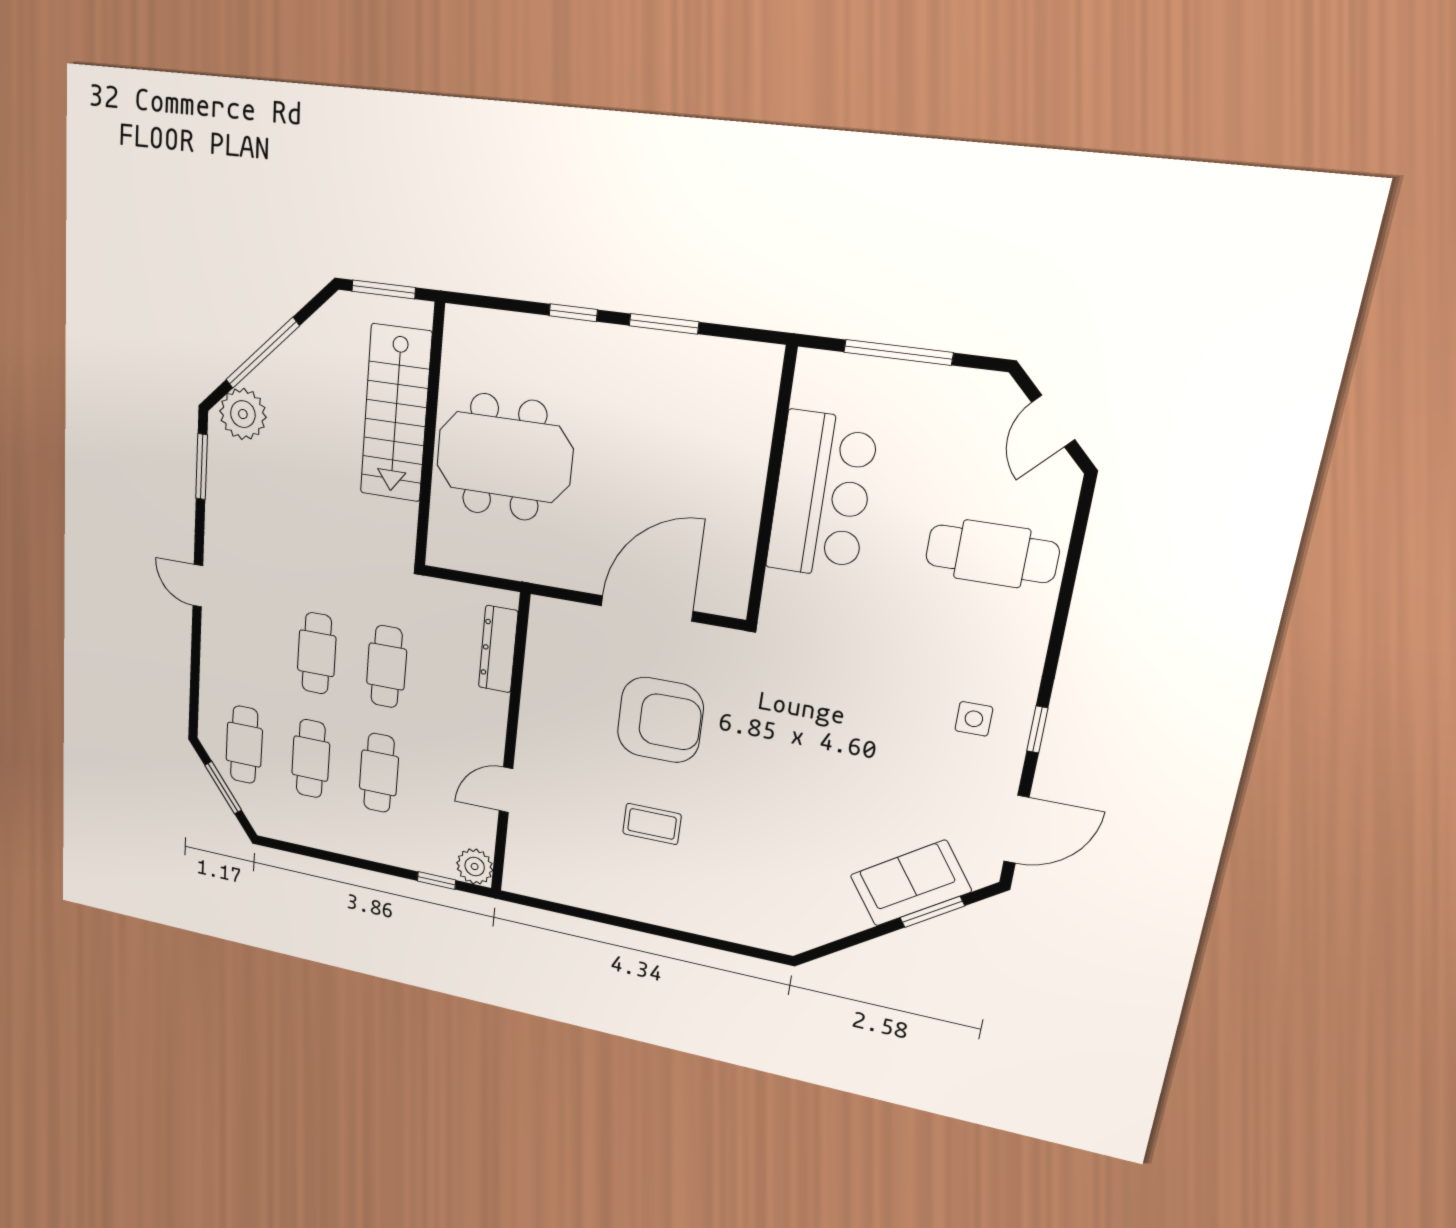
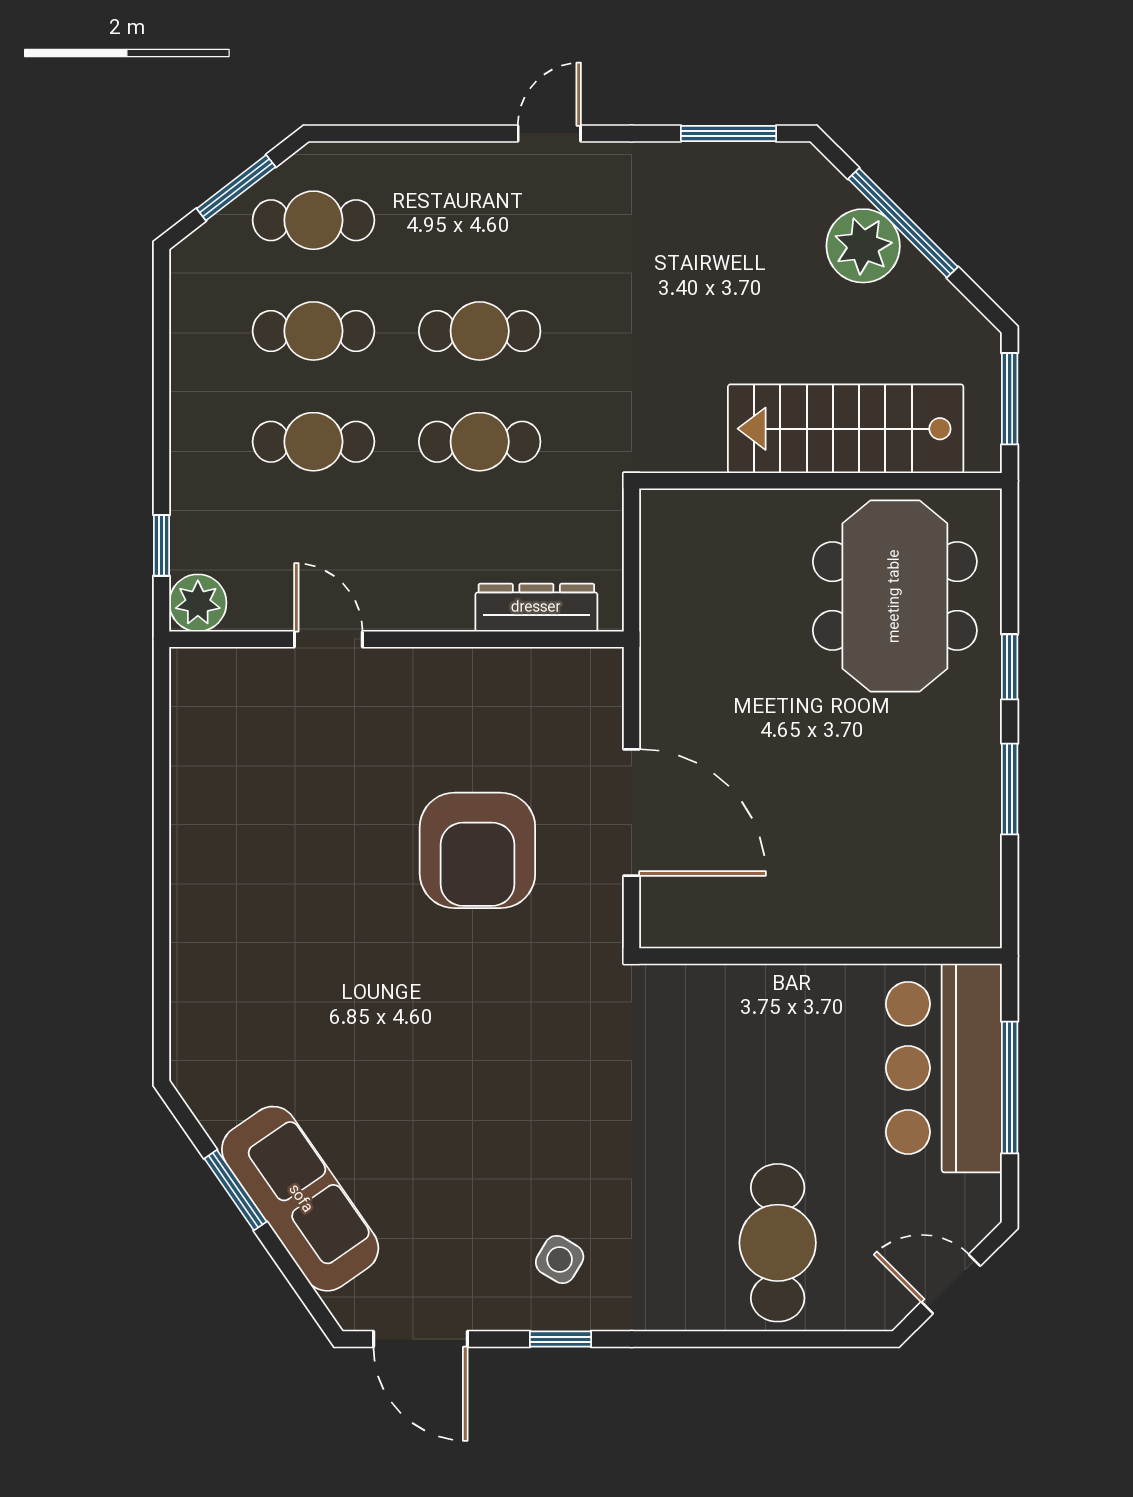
plant: (243, 414) -> (863, 246), moved
meeting table: (504, 457) -> (895, 596), moved
bar counter: (822, 495) -> (944, 1068), moved, turned 90
side table: (974, 719) -> (560, 1259), turned 31
coffee table: (652, 824) -> (322, 858), removed
sofa: (911, 883) -> (300, 1199), width x1.36
window: (932, 912) -> (235, 1190), moved

